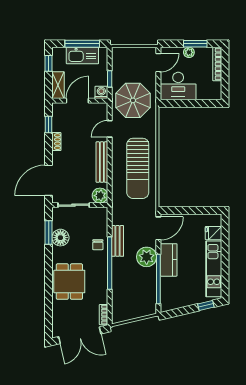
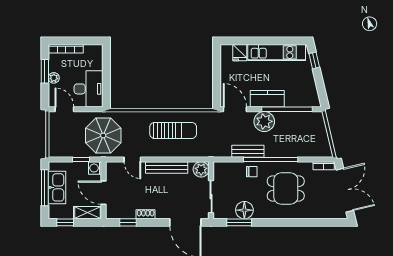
sun lounger: (138, 168) -> (173, 130), width x0.73, depth x0.75
dining table: (69, 282) -> (286, 188), moved

